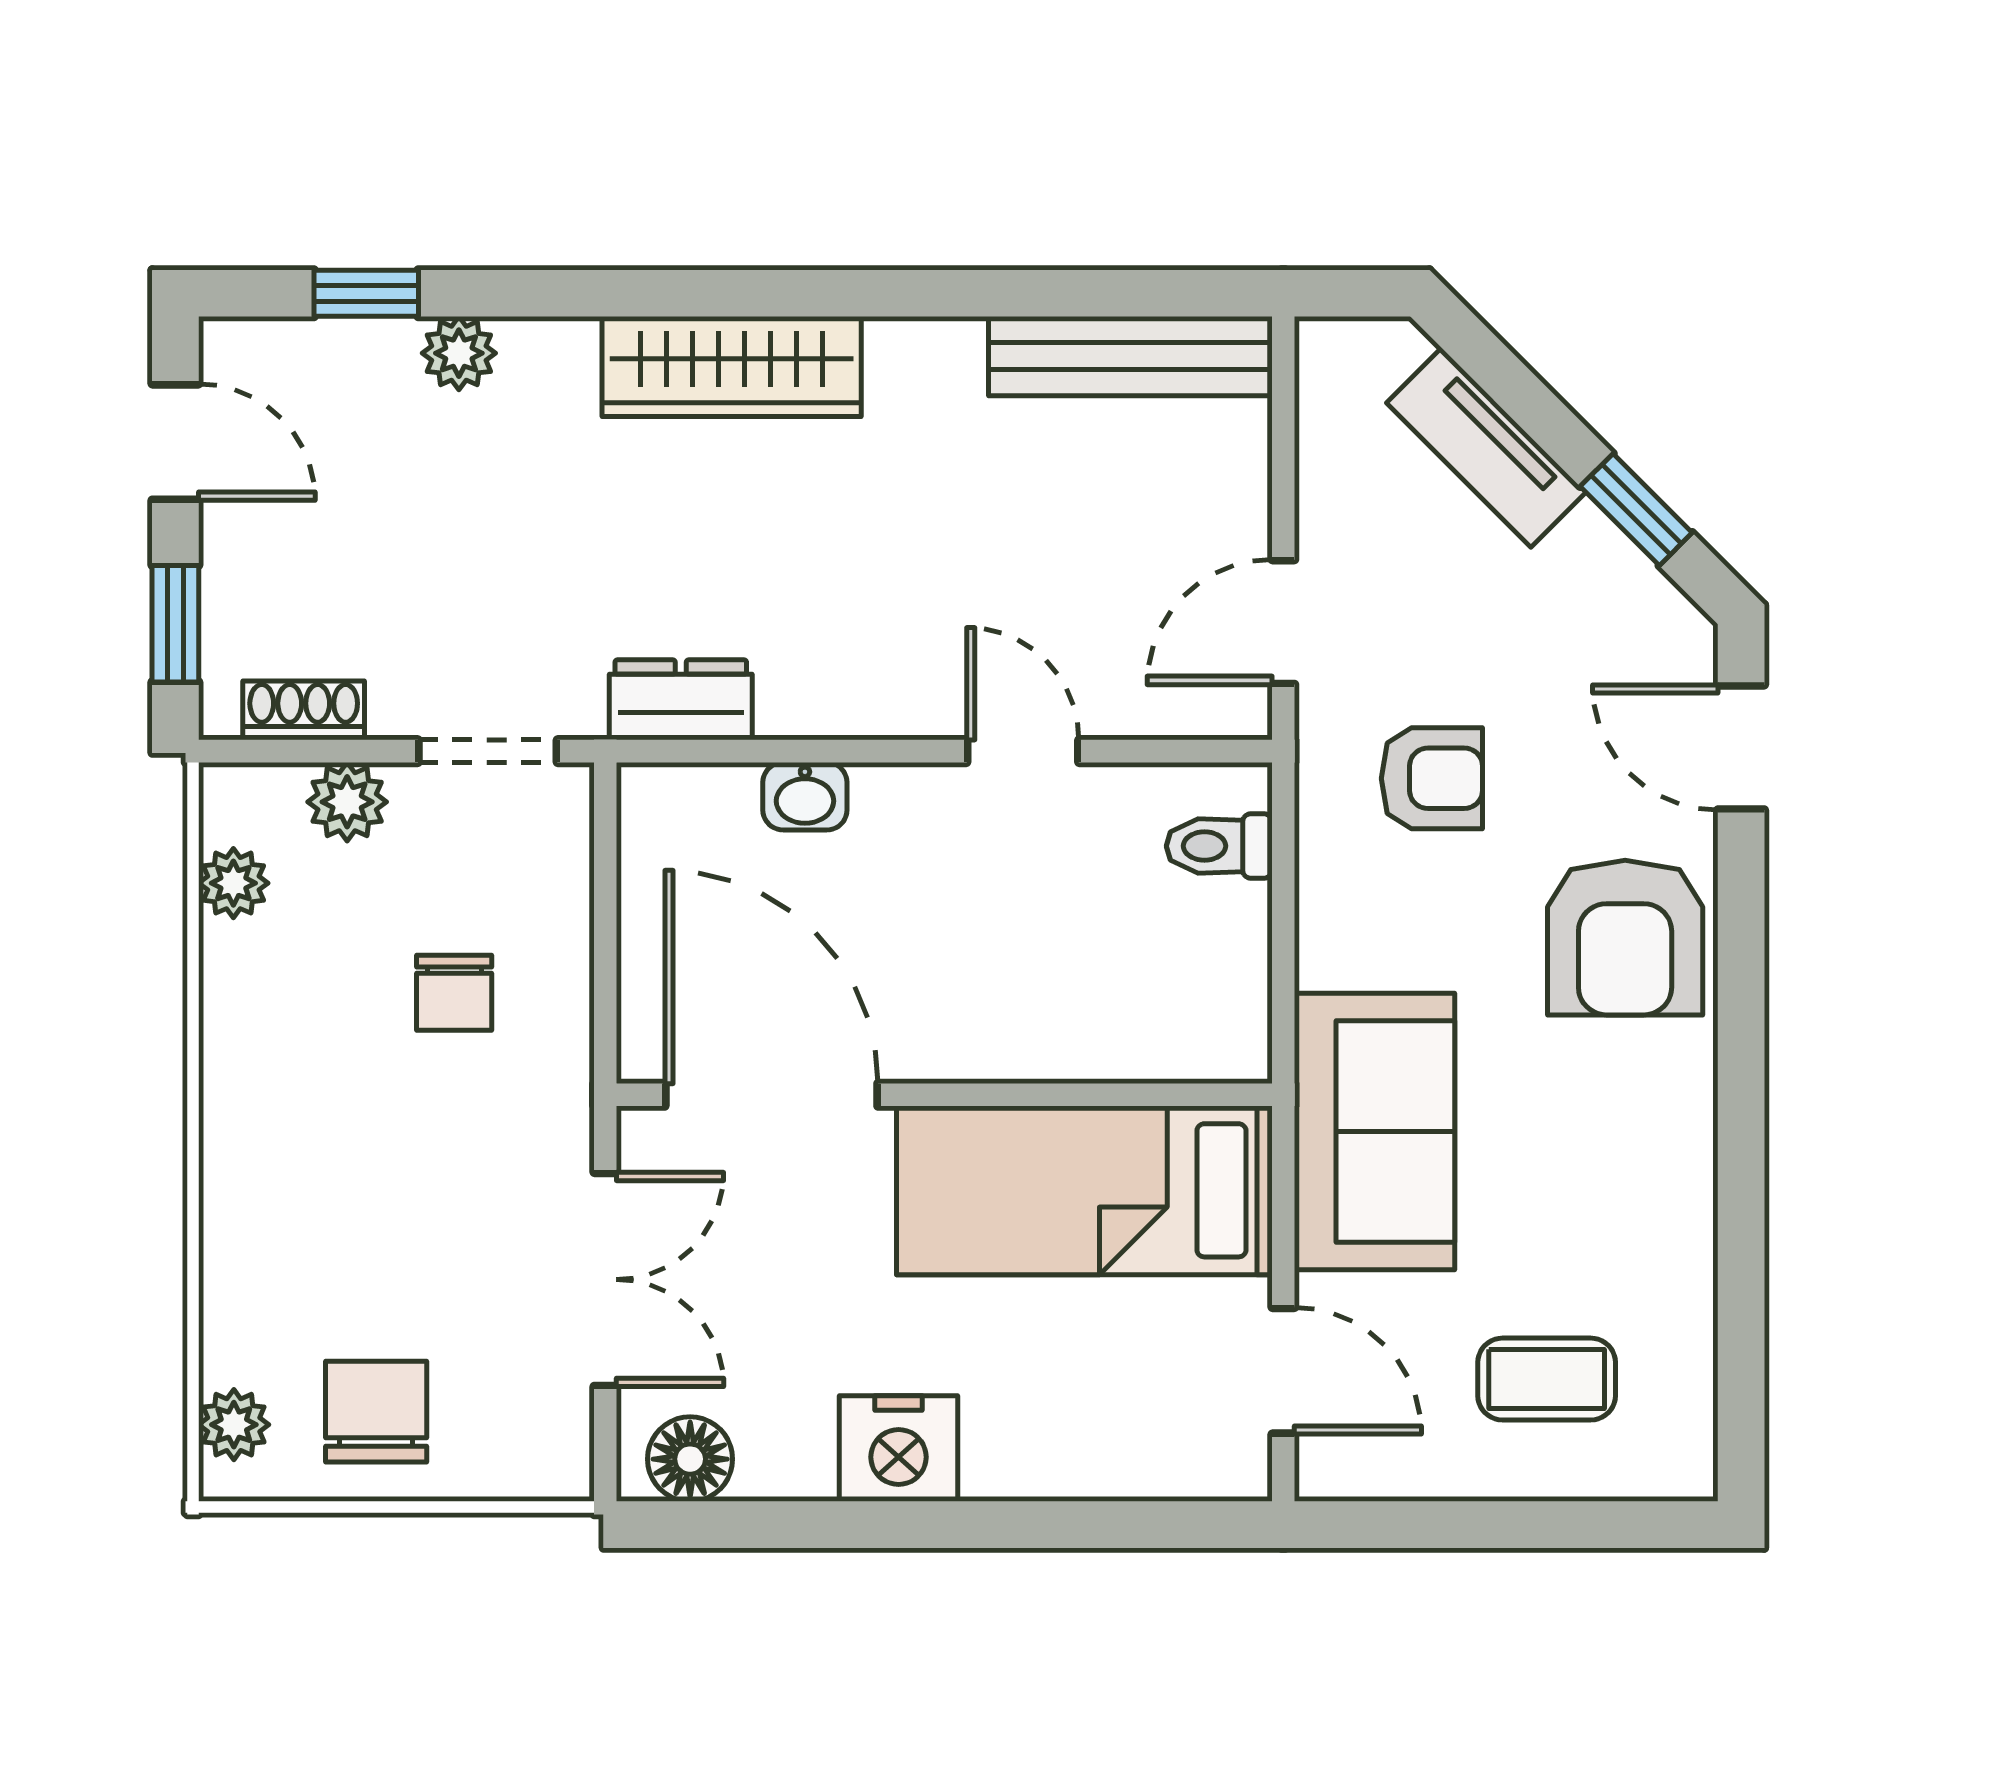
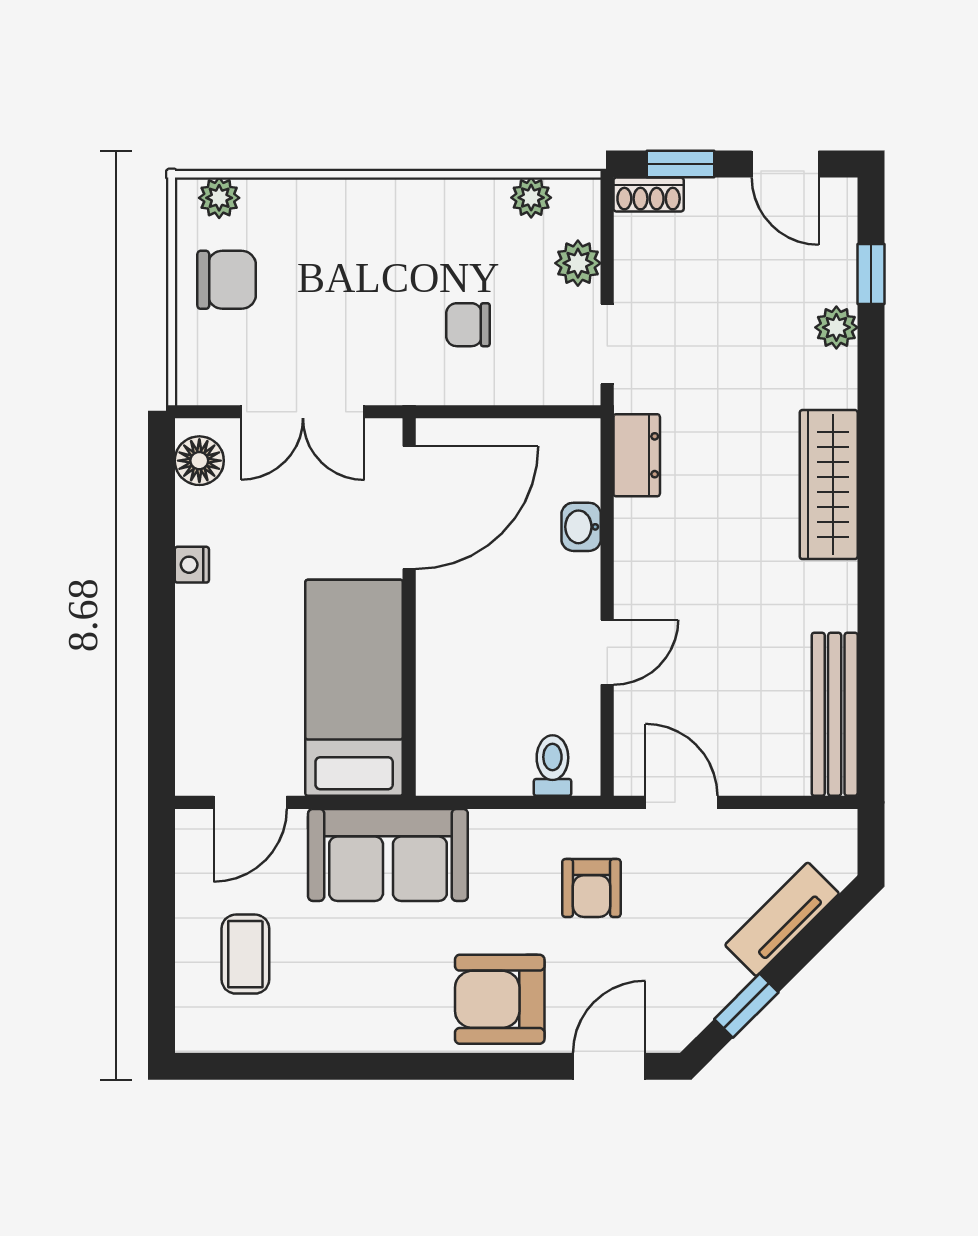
door: (175, 442) -> (785, 164), hinge flipped
shoe rack: (304, 710) -> (649, 194), moved, turned 90
nightstand: (899, 1449) -> (192, 565), width x0.53, depth x0.56

